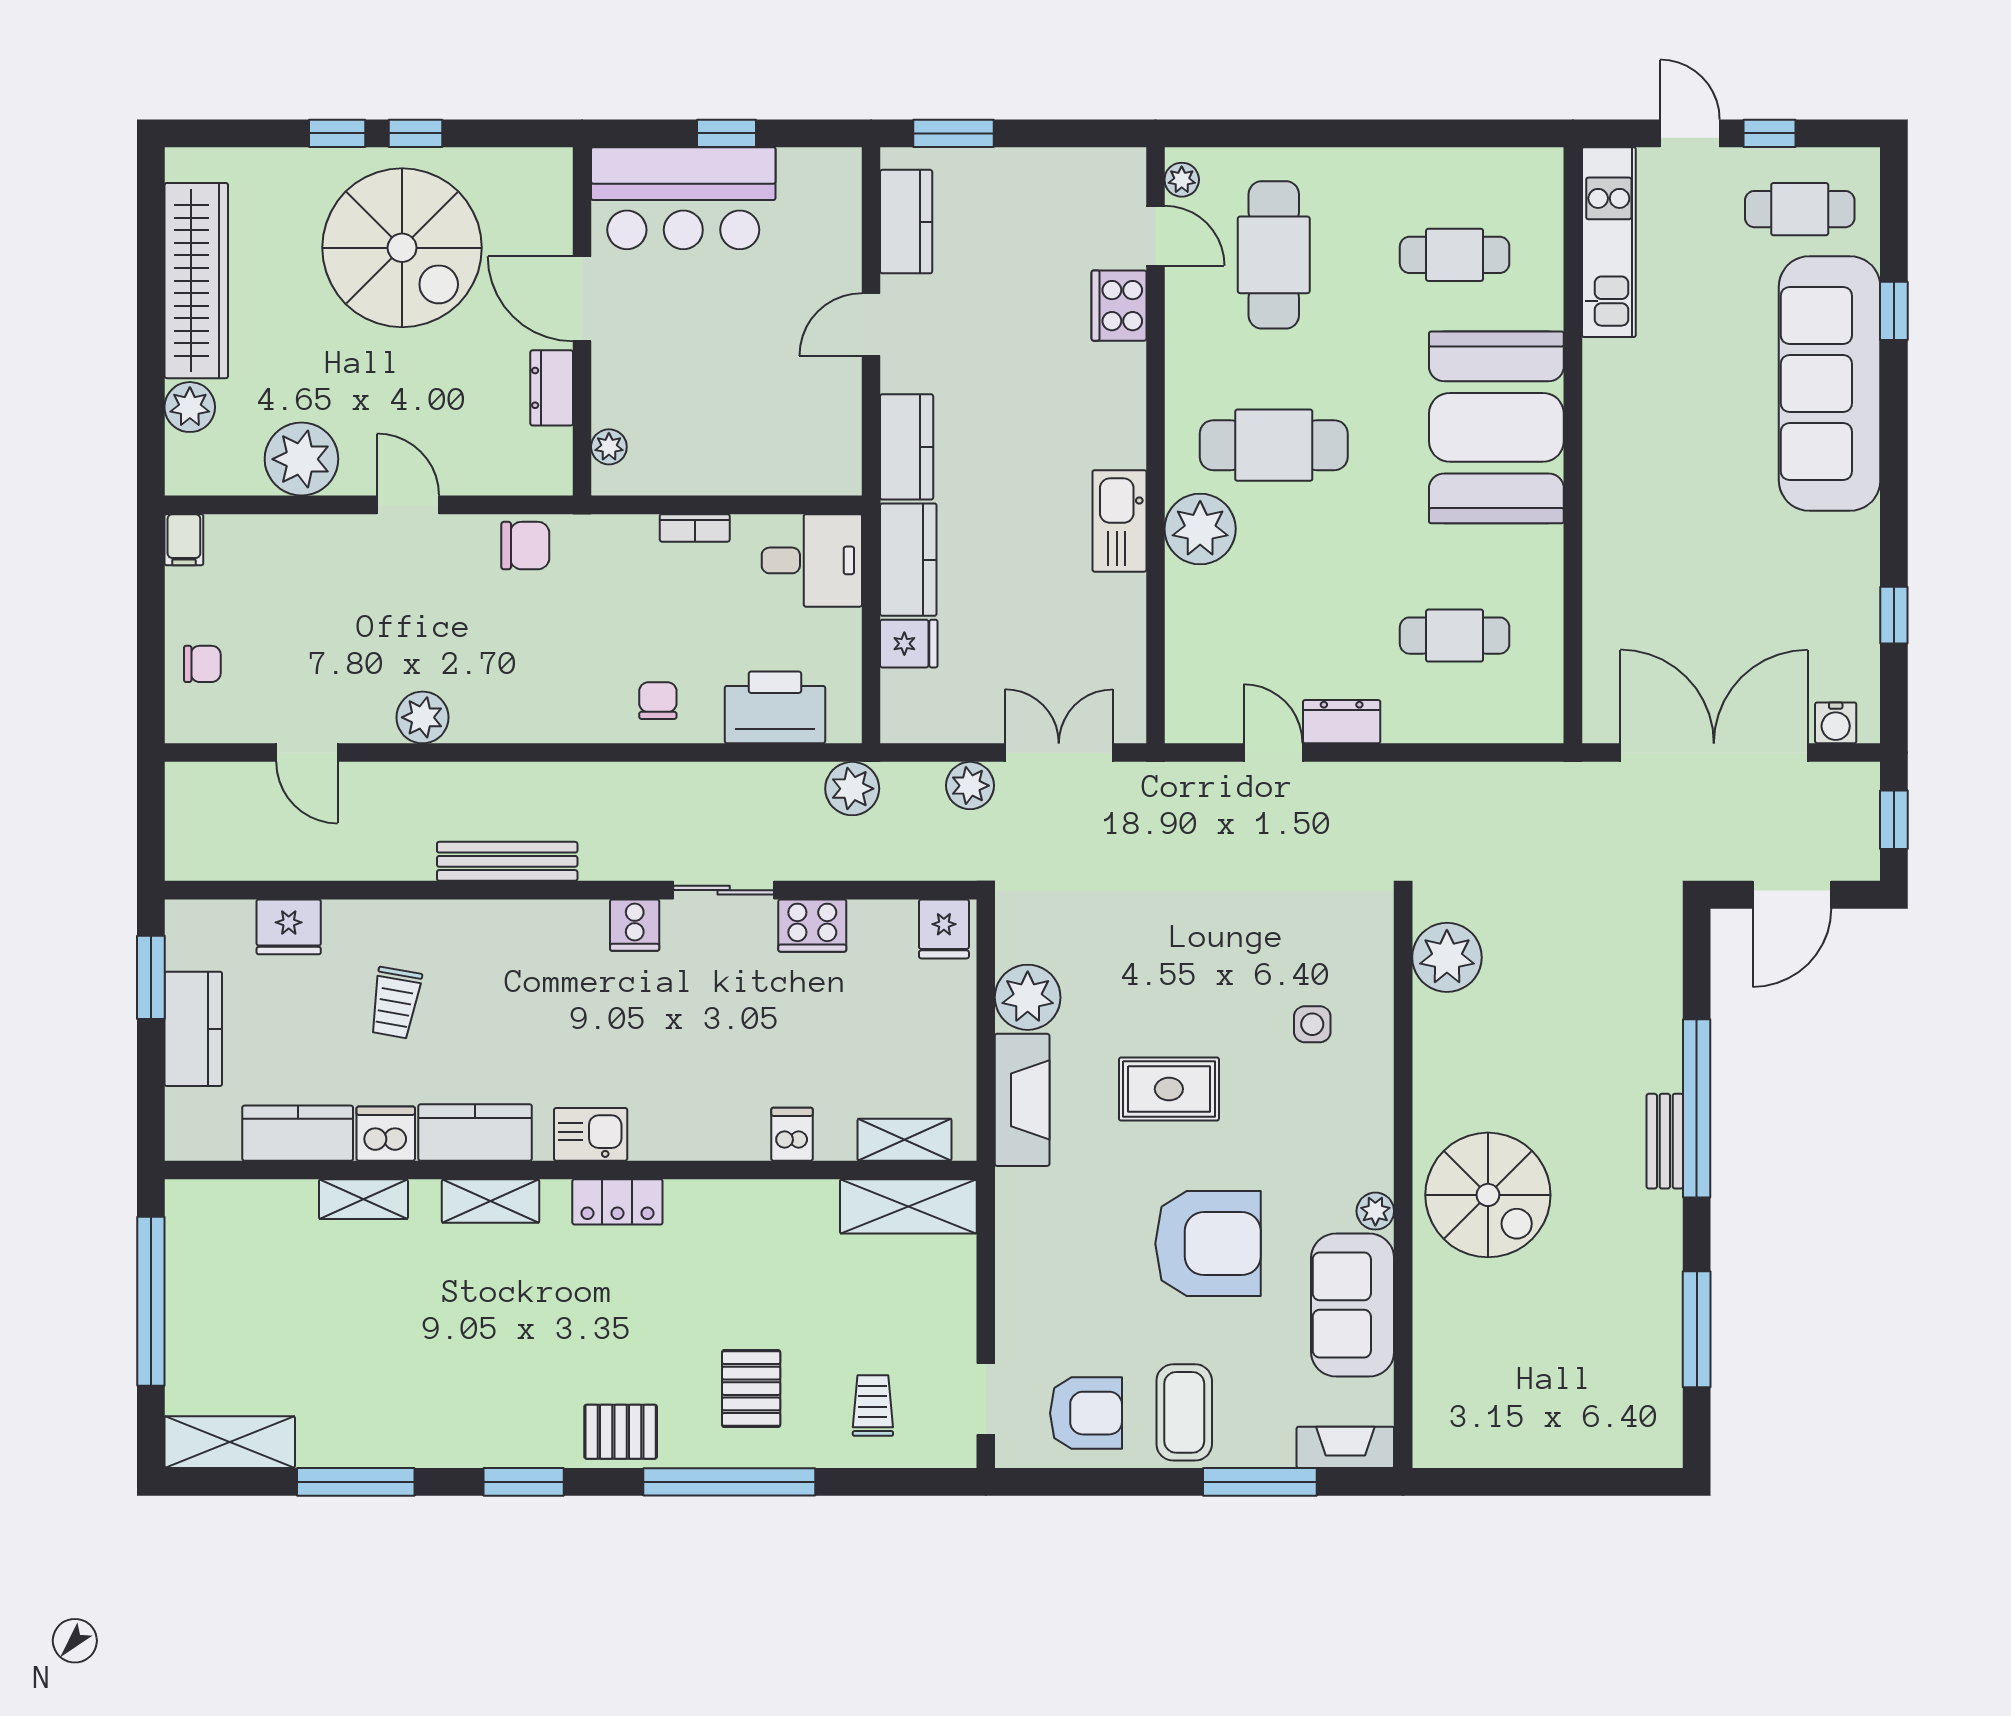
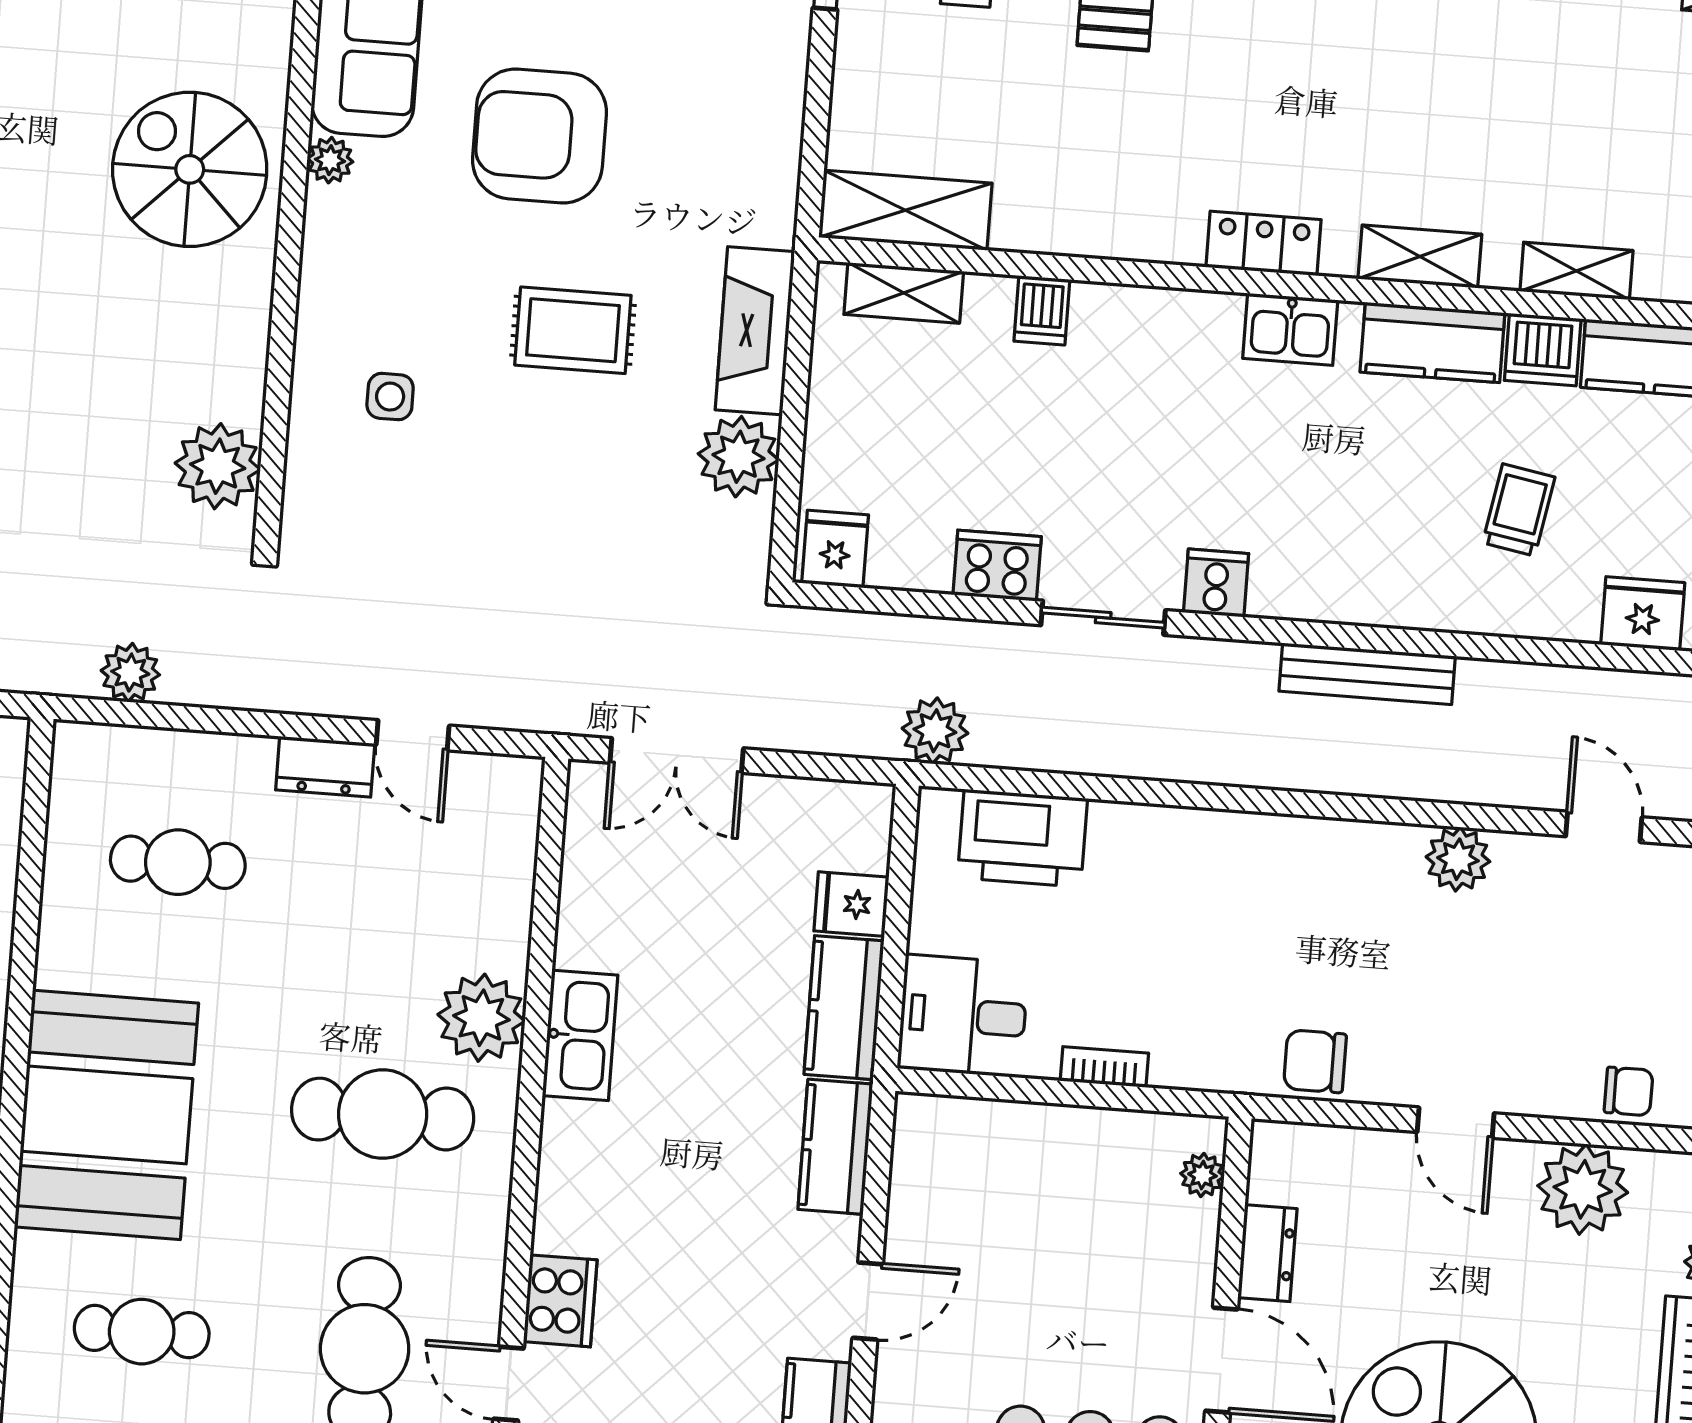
chair: (658, 701) -> (1629, 1091), moved, turned -90
plant: (970, 786) -> (130, 673), moved

